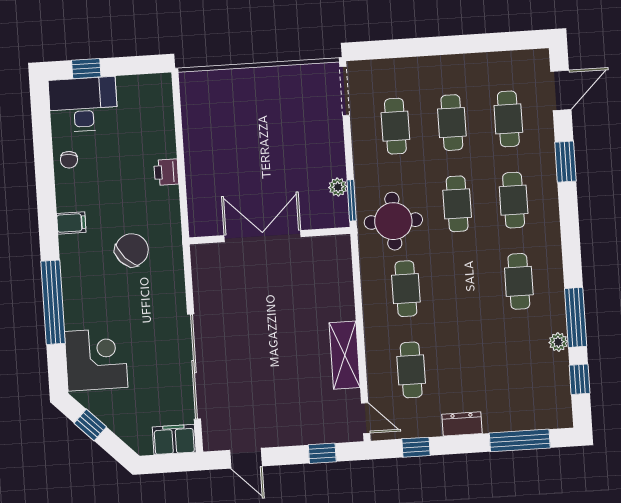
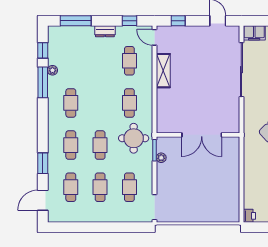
printer: (166, 172) -> (249, 216), moved

